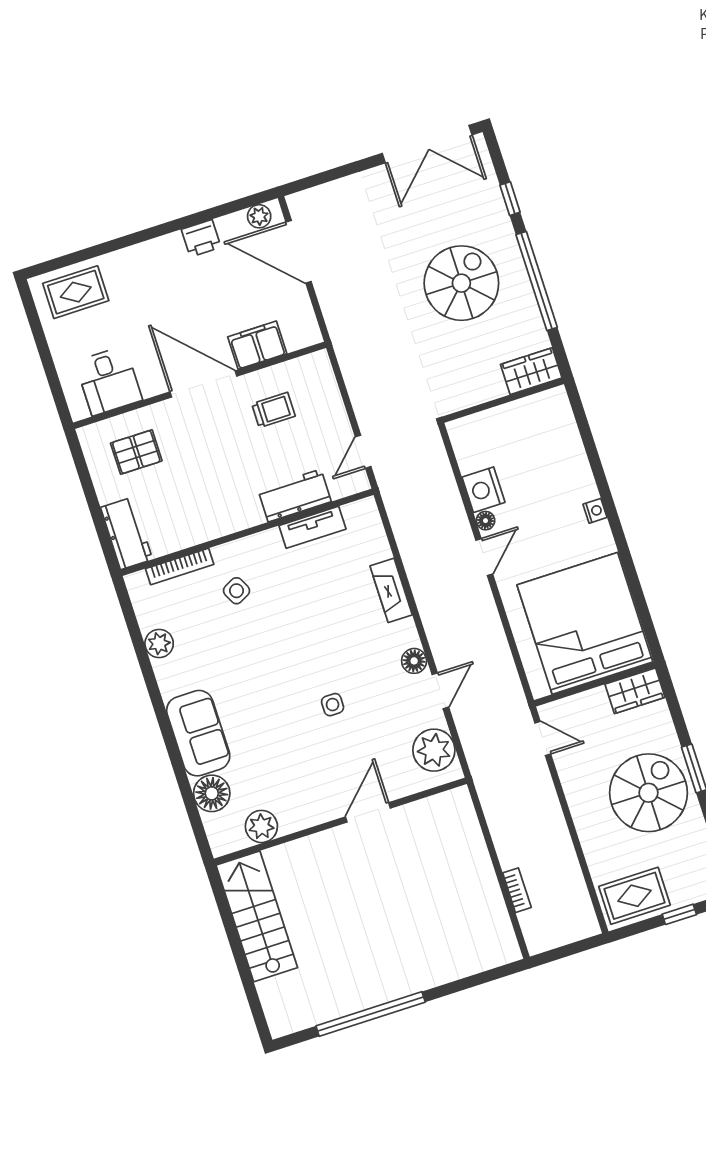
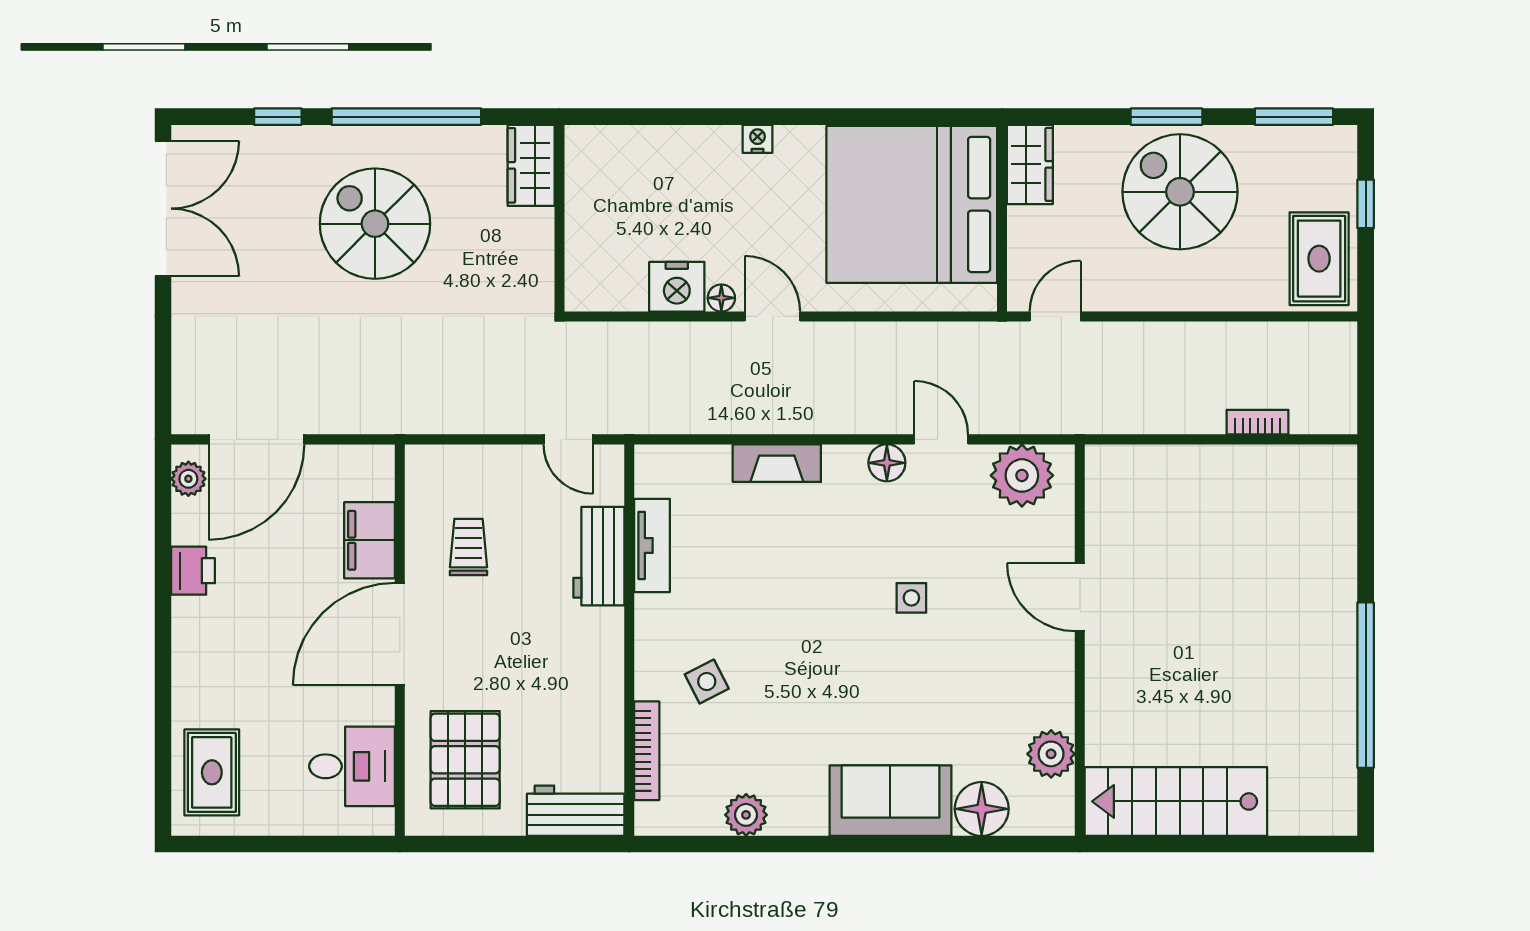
pallet: (136, 452) -> (465, 760), width x1.50, depth x1.42

